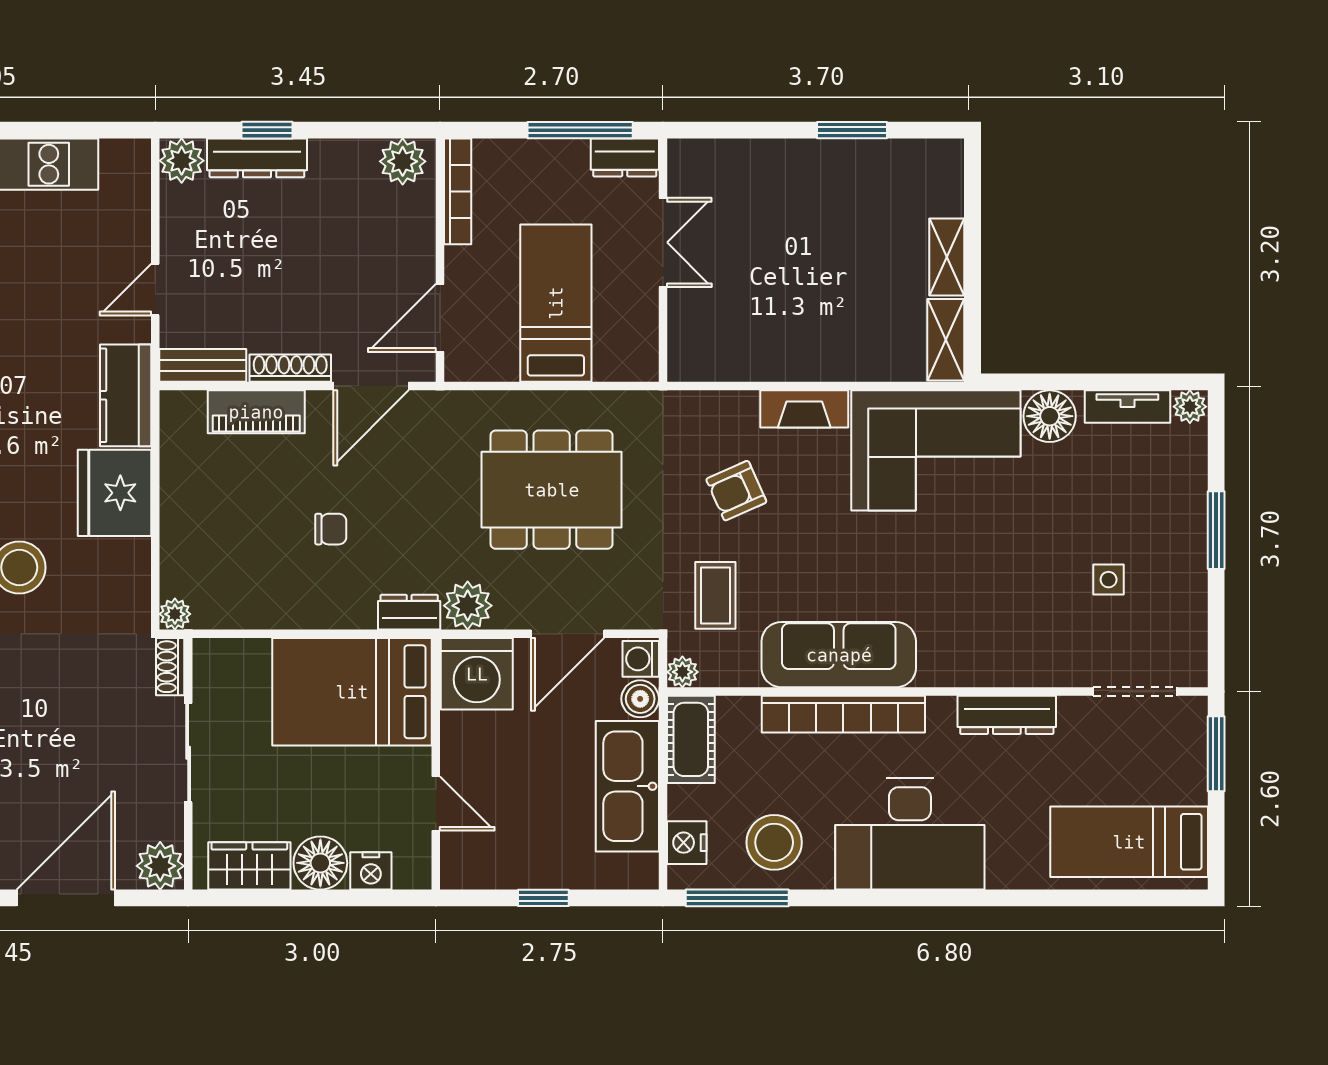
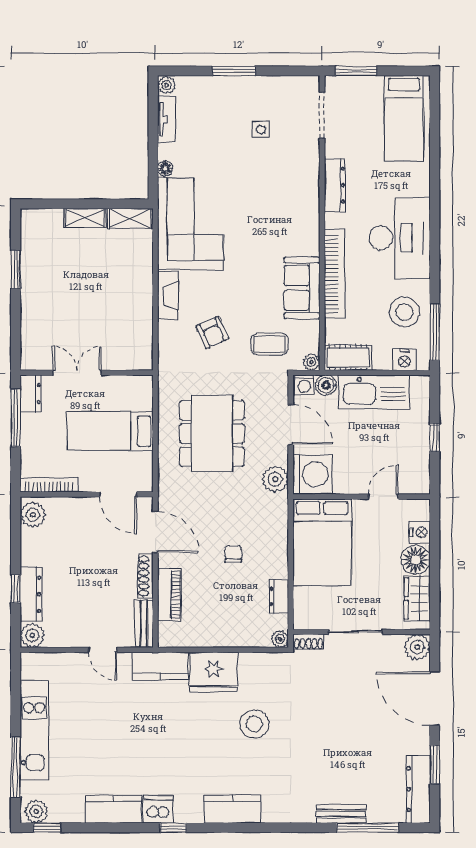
floor lamp: (1050, 416) -> (165, 168), width x0.53, depth x0.53
dresser: (409, 612) -> (279, 596), moved
sofa: (839, 655) -> (302, 288), width x0.73

